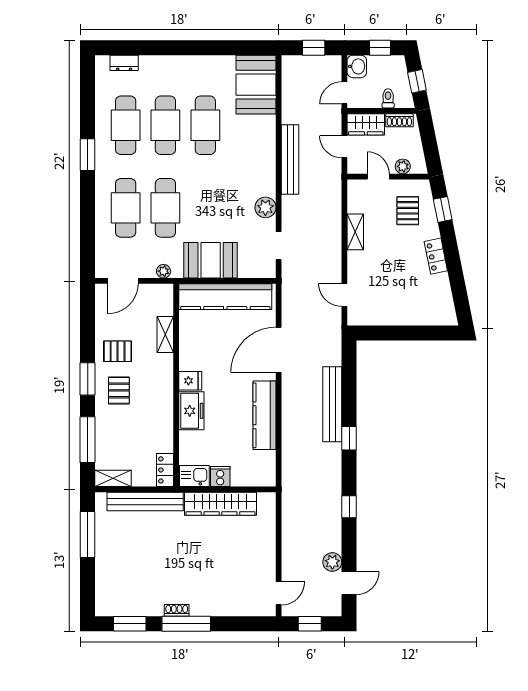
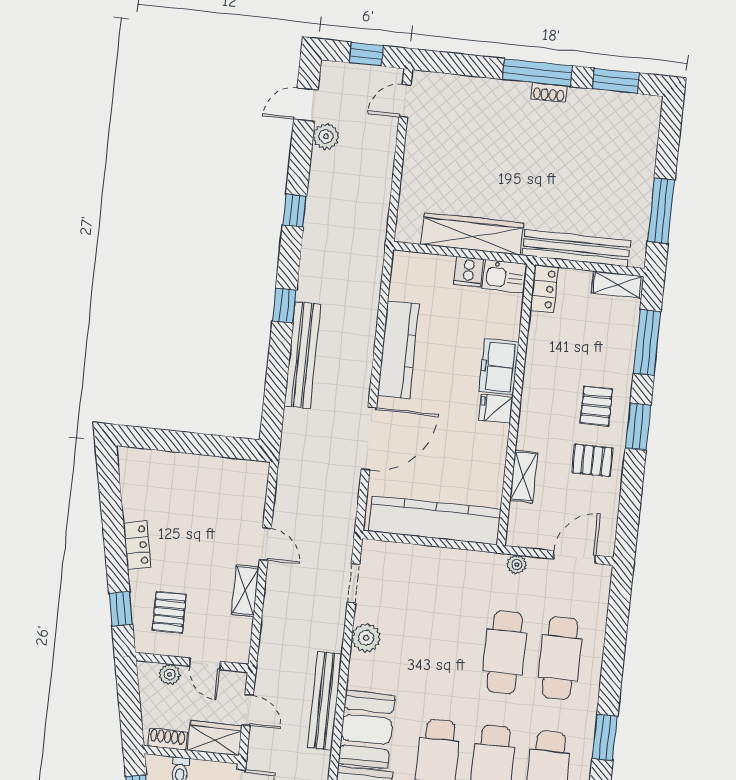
booth: (211, 260) -> (367, 729), moved, turned 90
door: (344, 295) -> (265, 544), moved

